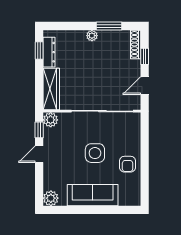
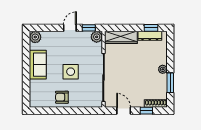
door: (39, 154) -> (70, 28), hinge flipped
sofa: (93, 195) -> (38, 65), width x0.73

